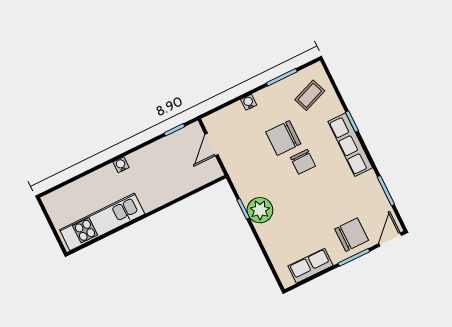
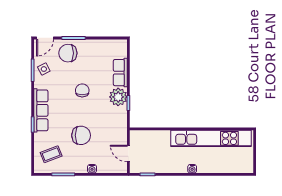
door: (212, 144) -> (128, 154), swing flipped
chair: (303, 162) -> (82, 90), moved
side table: (372, 199) -> (44, 69), added
kitchen unit: (102, 222) -> (211, 138), width x1.36
row of seats: (310, 266) -> (120, 73), moved, turned 90

